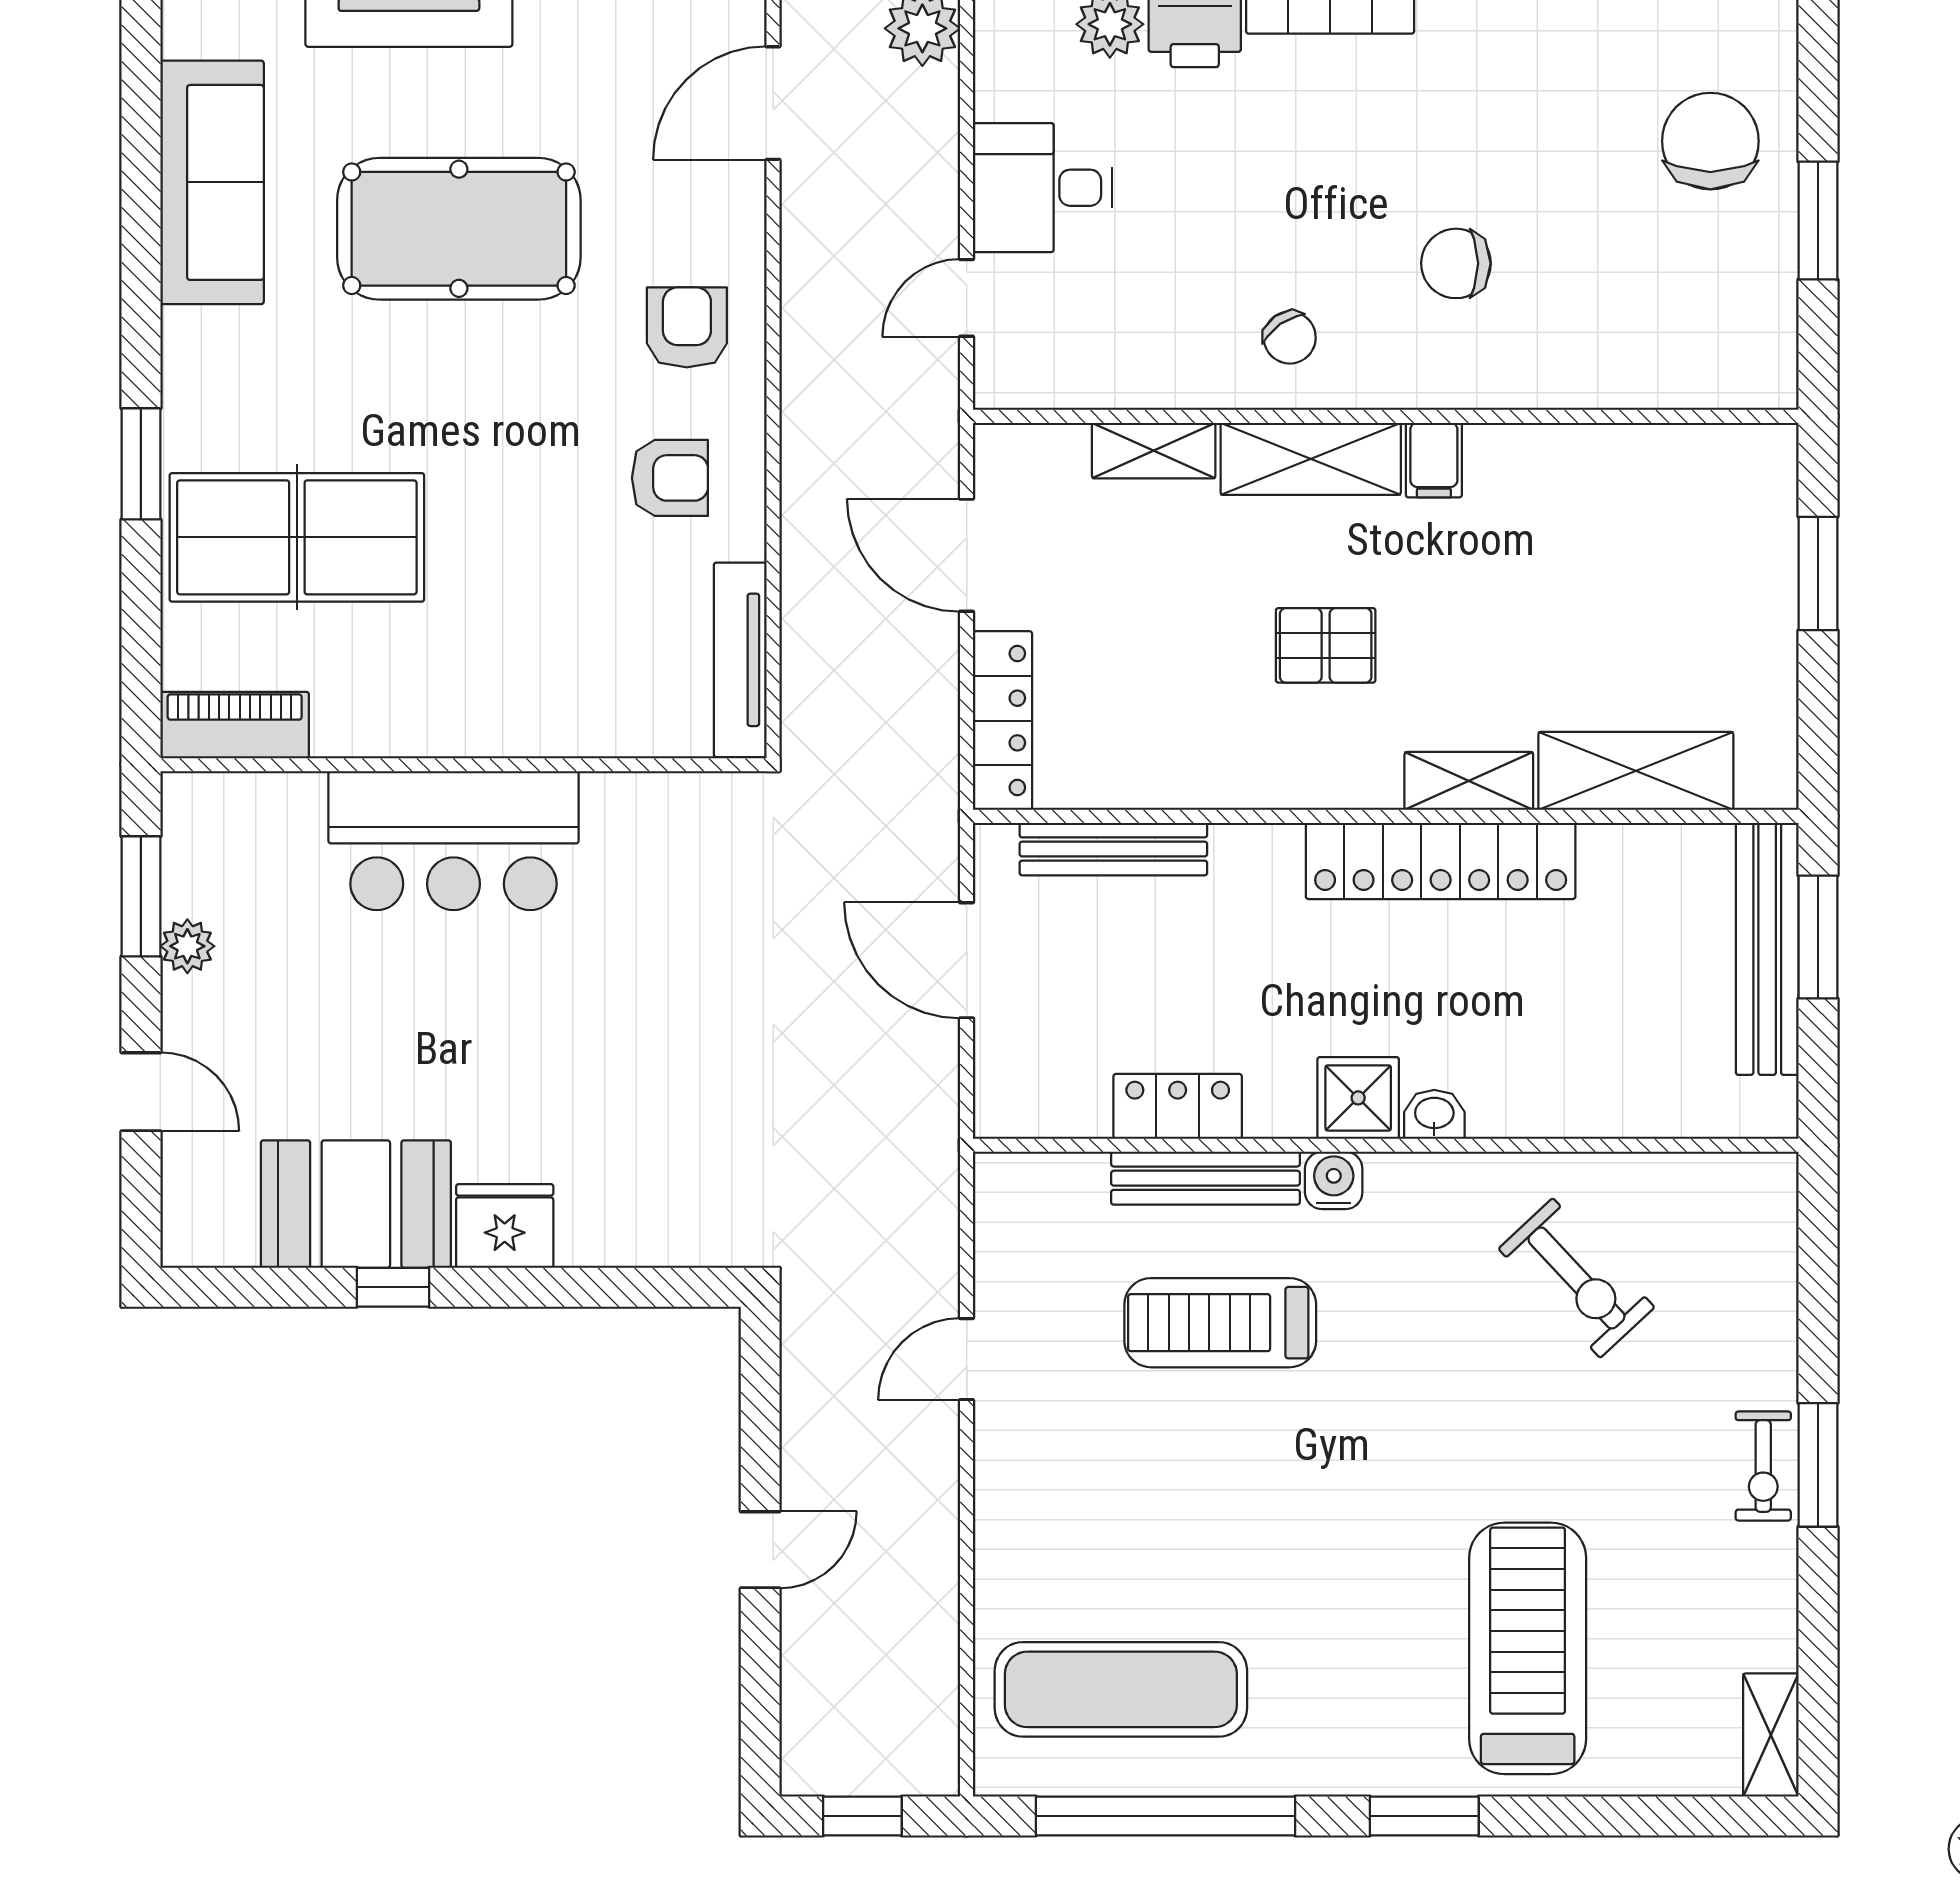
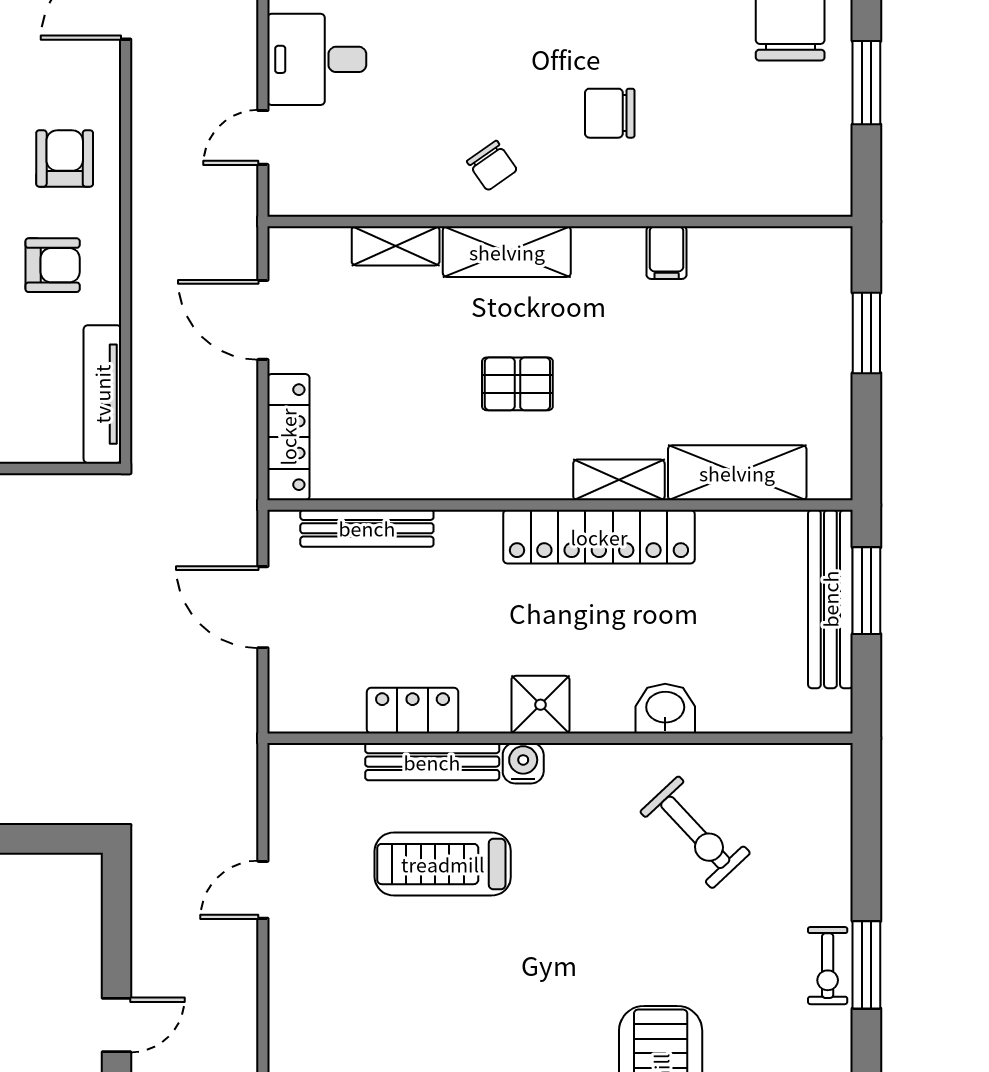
filing cabinet: (1434, 460) -> (667, 253), moved
washbasin: (1434, 1114) -> (665, 709), moved, width x1.38, depth x1.45

